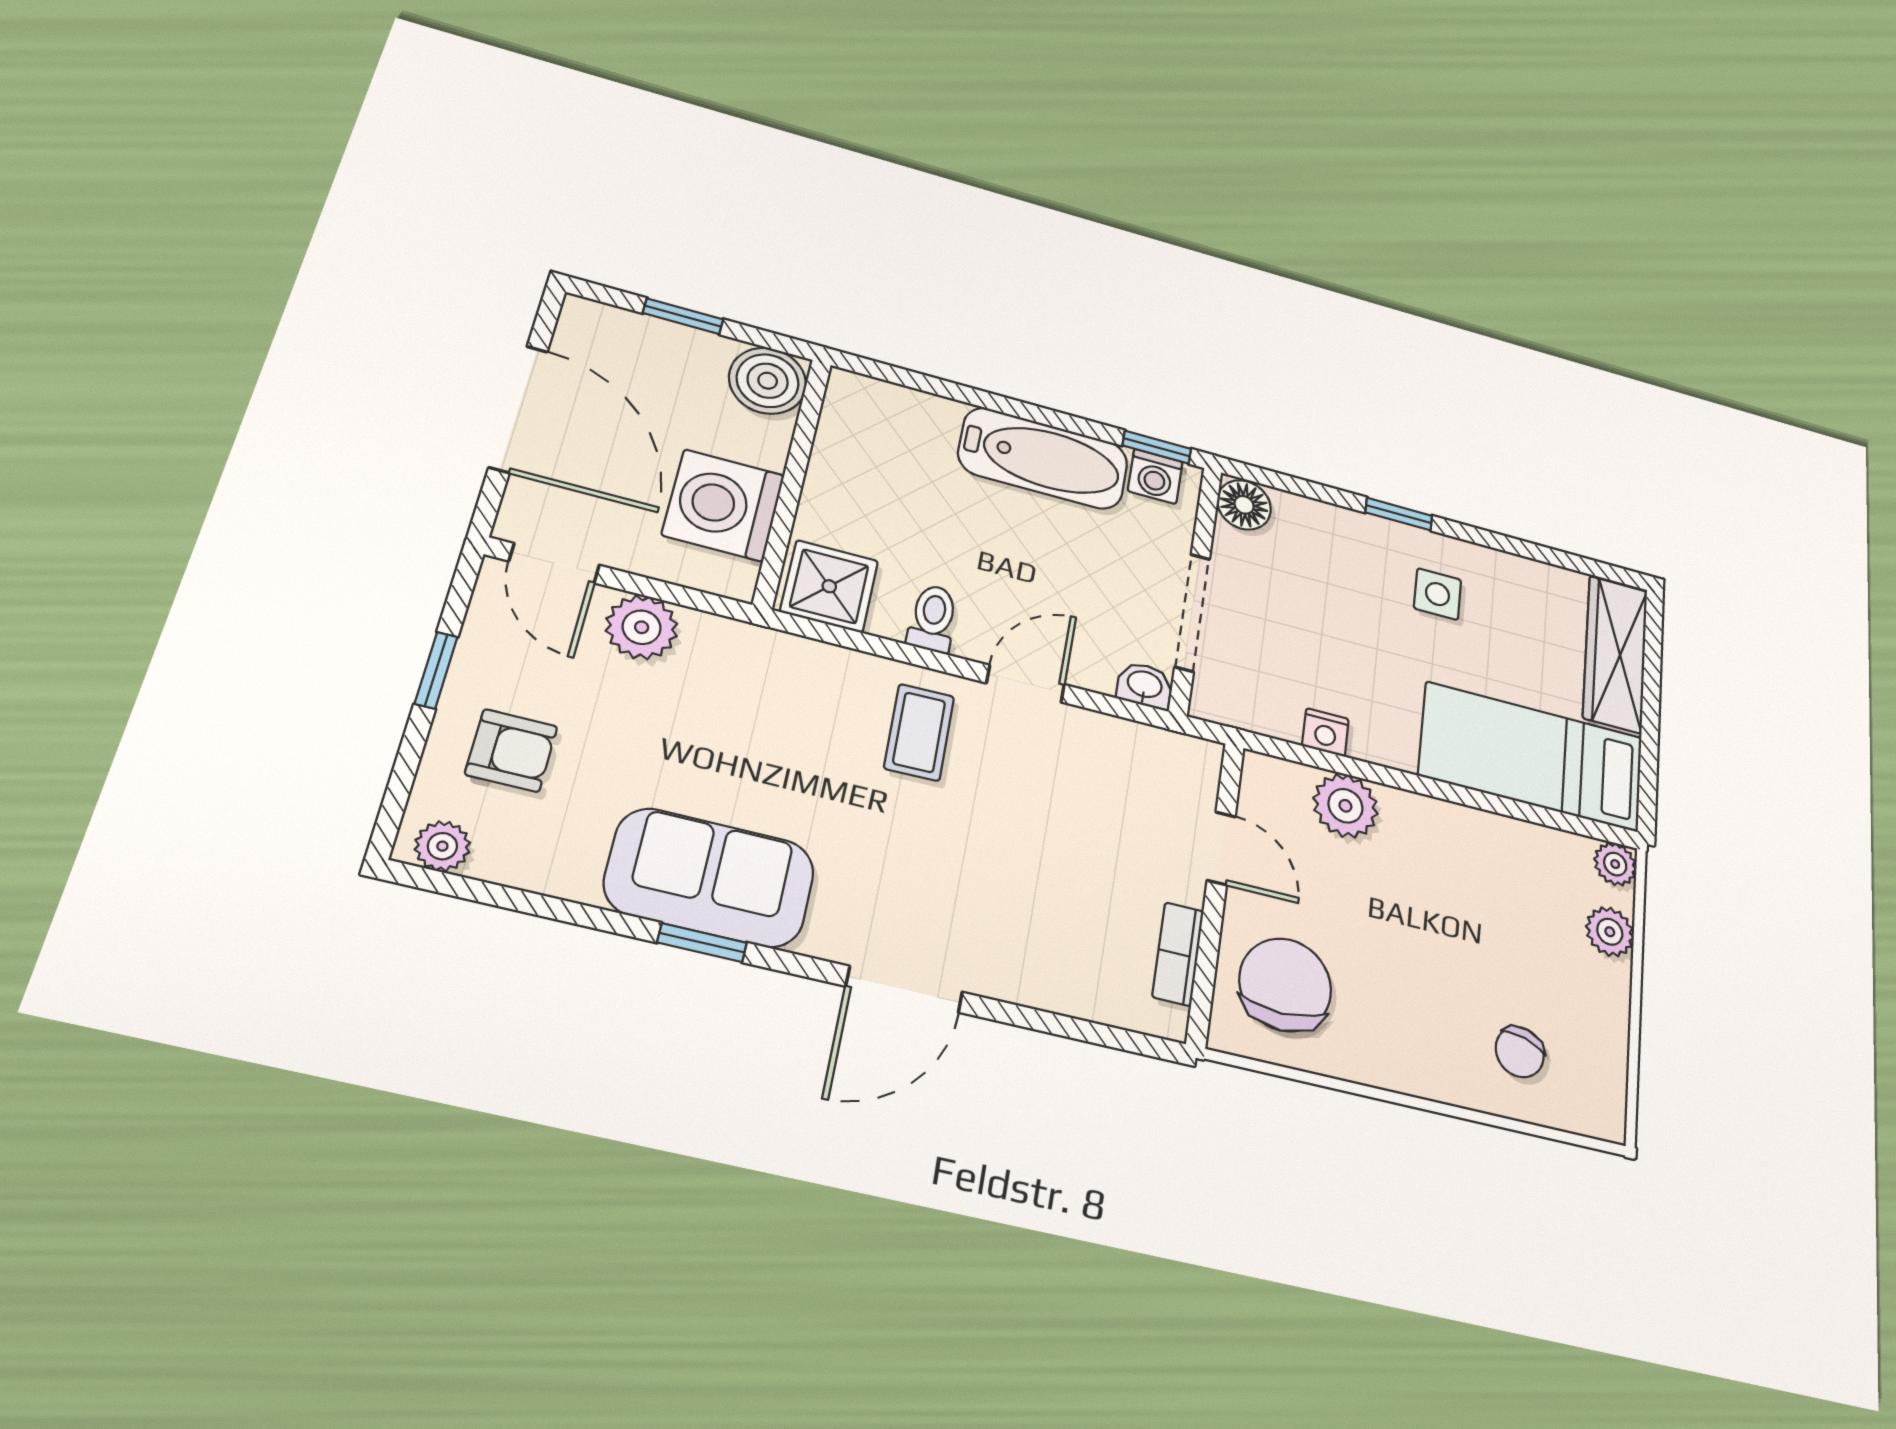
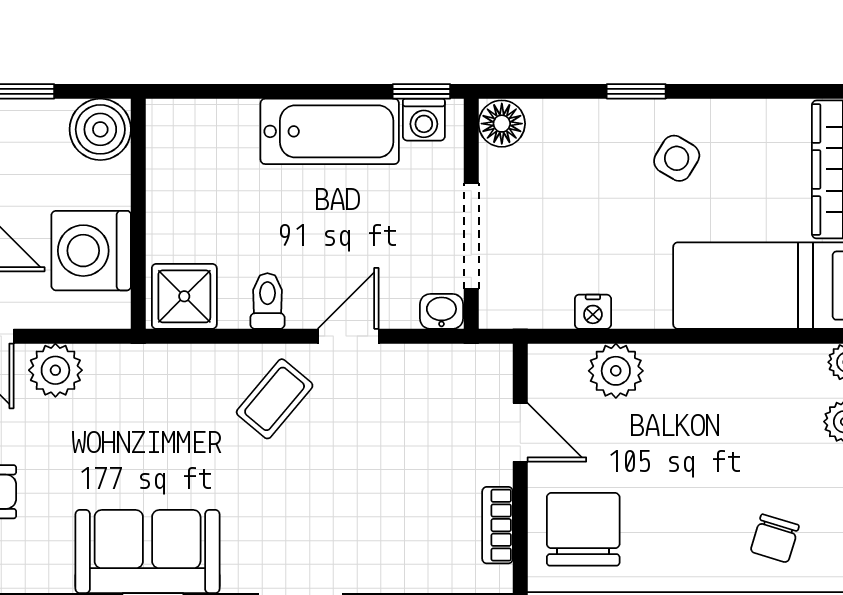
side table: (1438, 594) -> (677, 158), turned 31
coffee table: (919, 732) -> (275, 399), turned 41

